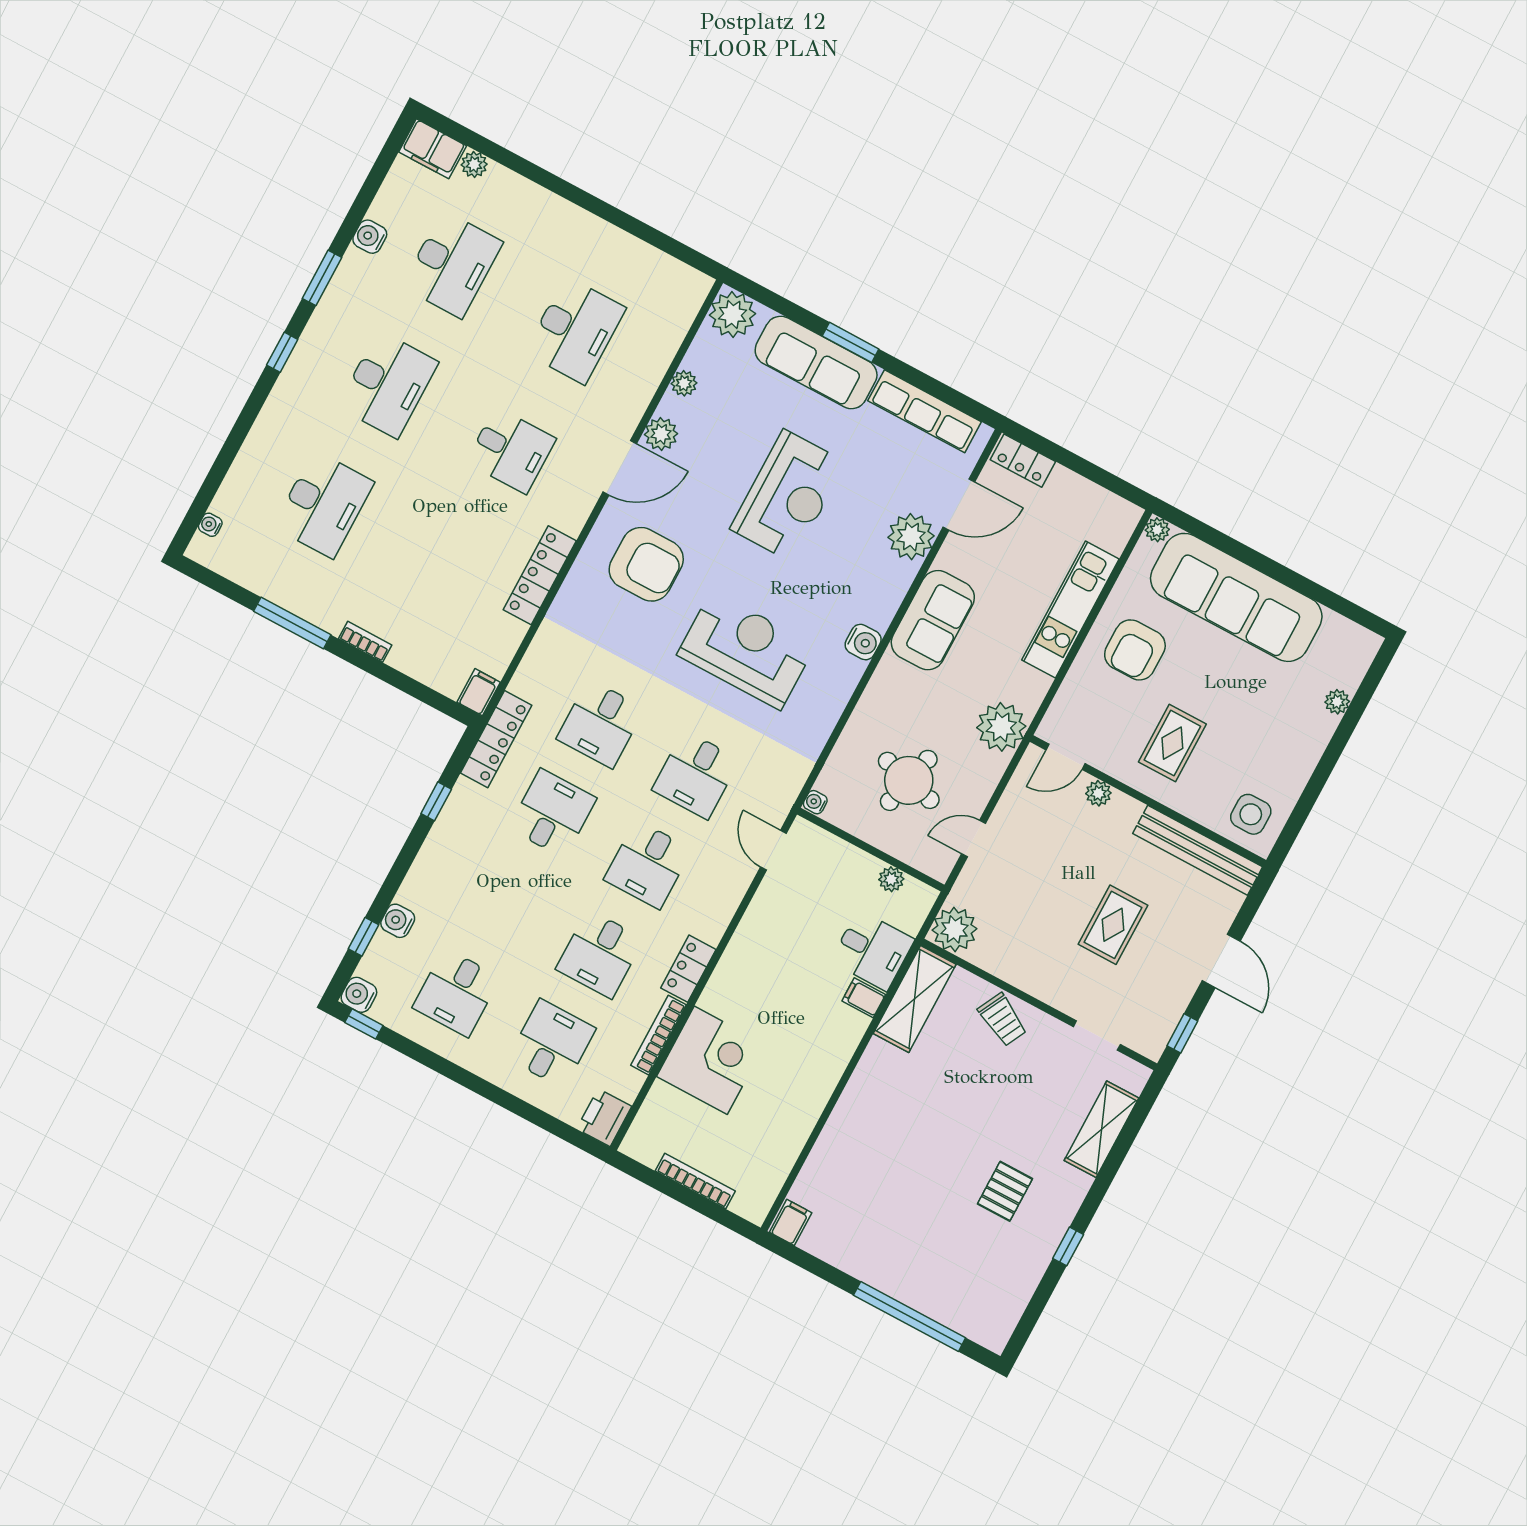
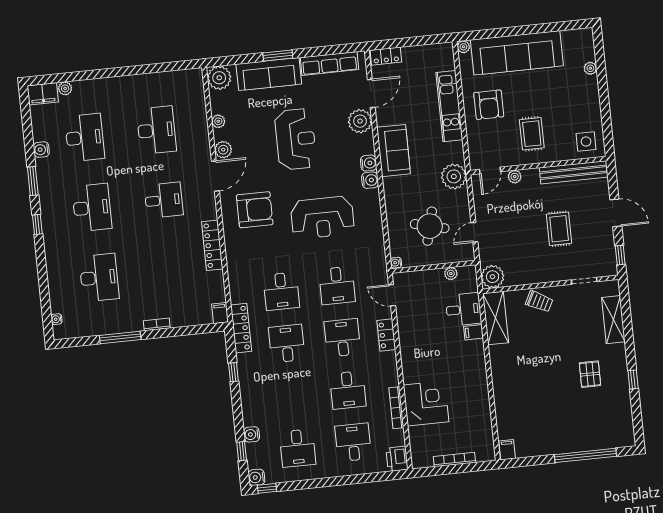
water cooler: (879, 613) -> (369, 163), added
reception desk: (746, 650) -> (322, 218), turned 180
desk: (648, 864) -> (342, 338), turned 180
locker: (688, 969) -> (386, 335), moved

